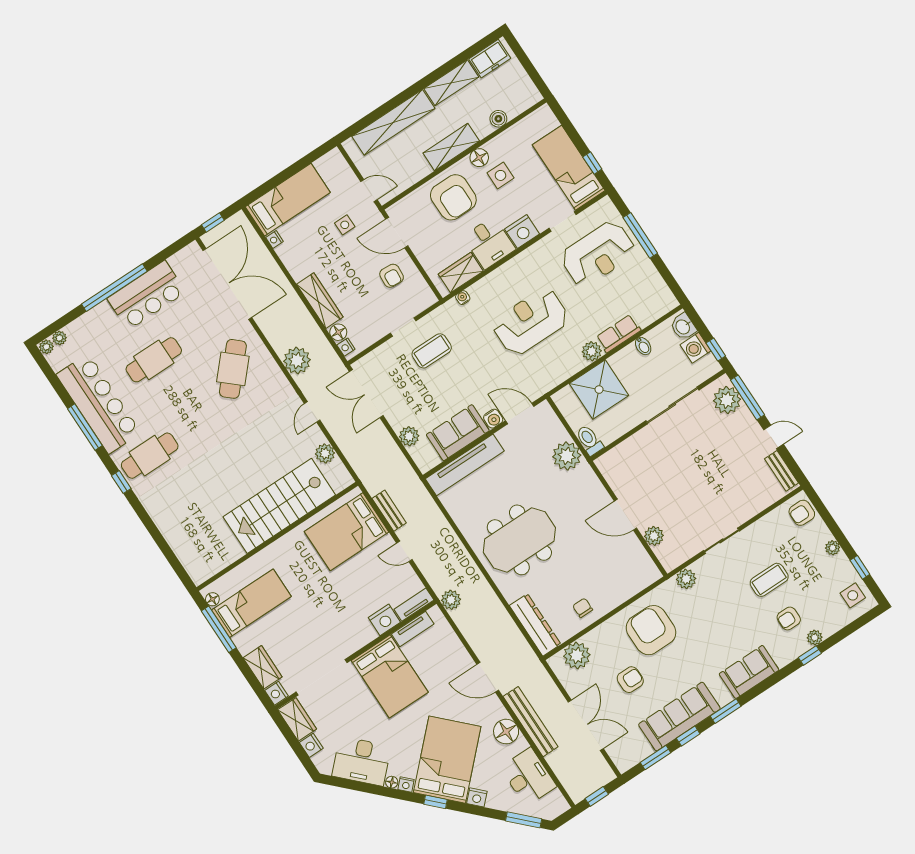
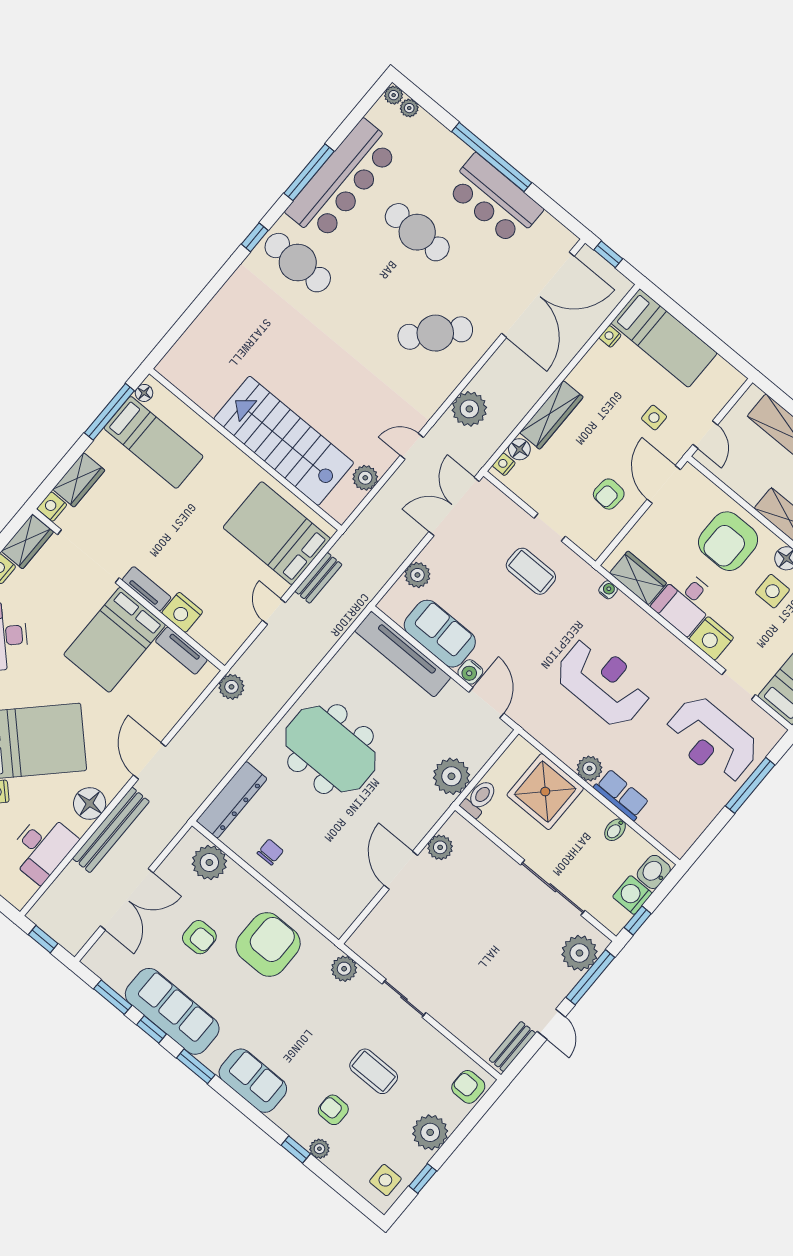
plant: (654, 536) -> (440, 847), moved
plant: (833, 548) -> (430, 1132), width x1.87, depth x1.87
tv unit: (414, 605) -> (147, 589), moved

